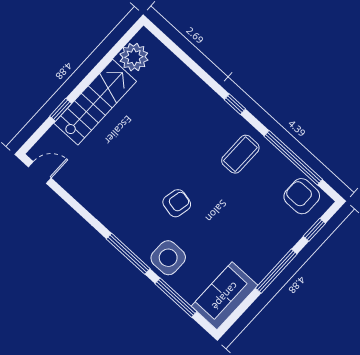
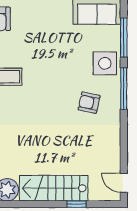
armchair: (177, 203) -> (89, 103), moved

